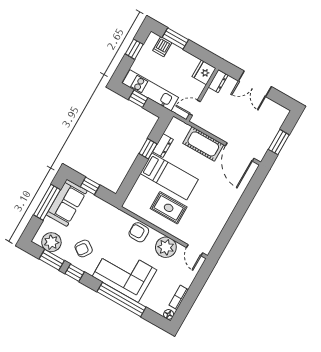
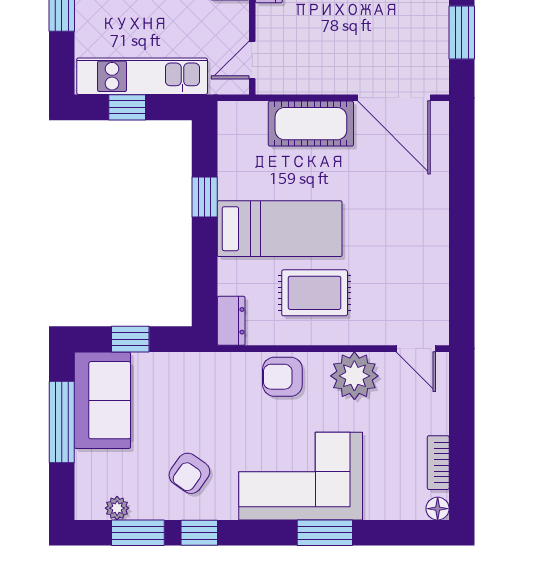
dresser: (163, 146) -> (231, 321), moved
plant: (51, 242) -> (117, 508), width x0.53, depth x0.53
window: (121, 299) -> (325, 533), width x0.47

